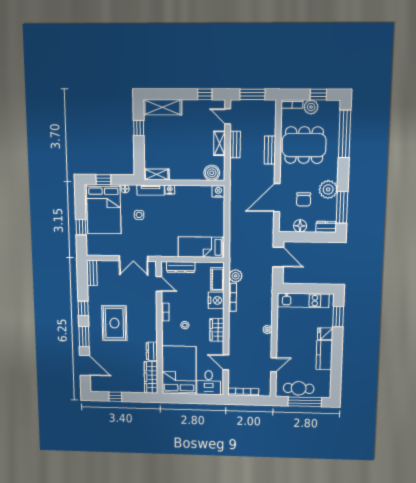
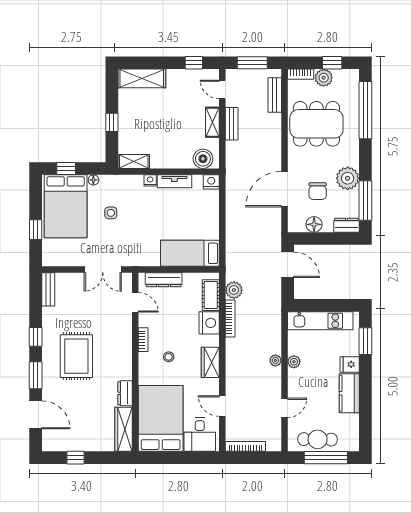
window: (139, 128) -> (112, 122), moved
bench: (270, 150) -> (275, 95), moved
tv unit: (151, 190) -> (174, 181), moved
plant: (282, 331) -> (294, 362), added

